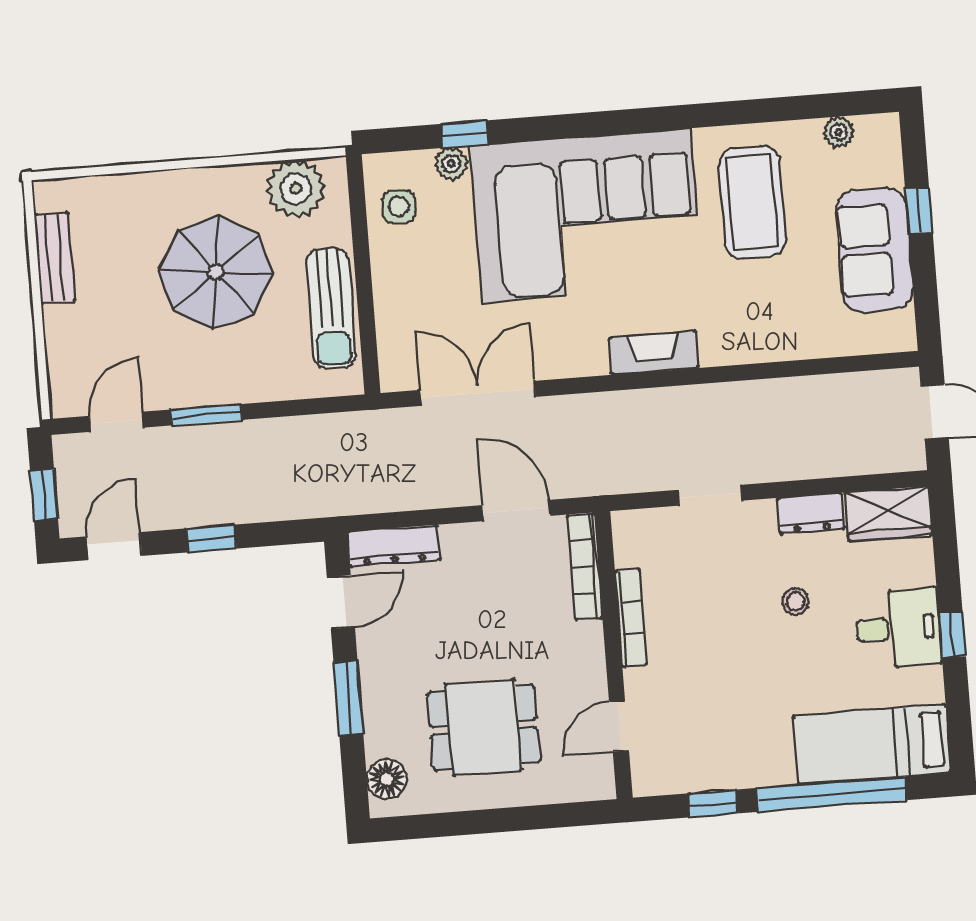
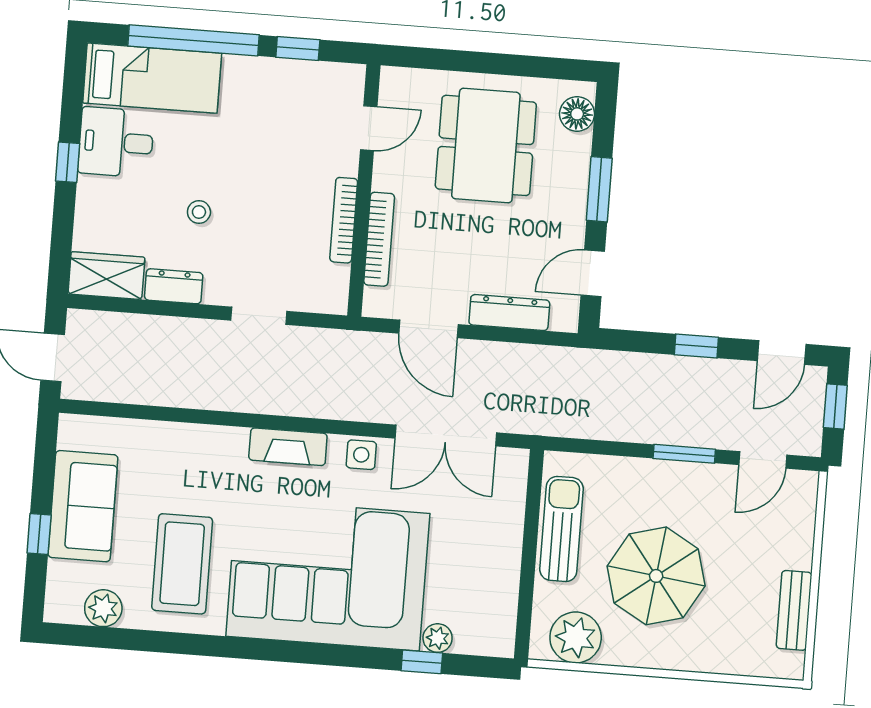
plant: (839, 132) -> (103, 608), width x1.38, depth x1.38
side table: (399, 206) -> (361, 455), moved
dresser: (394, 546) -> (509, 313), moved
bookcase: (585, 566) -> (379, 239), moved
desk: (898, 628) -> (116, 142), moved
dining table: (484, 727) -> (486, 145), width x1.38

